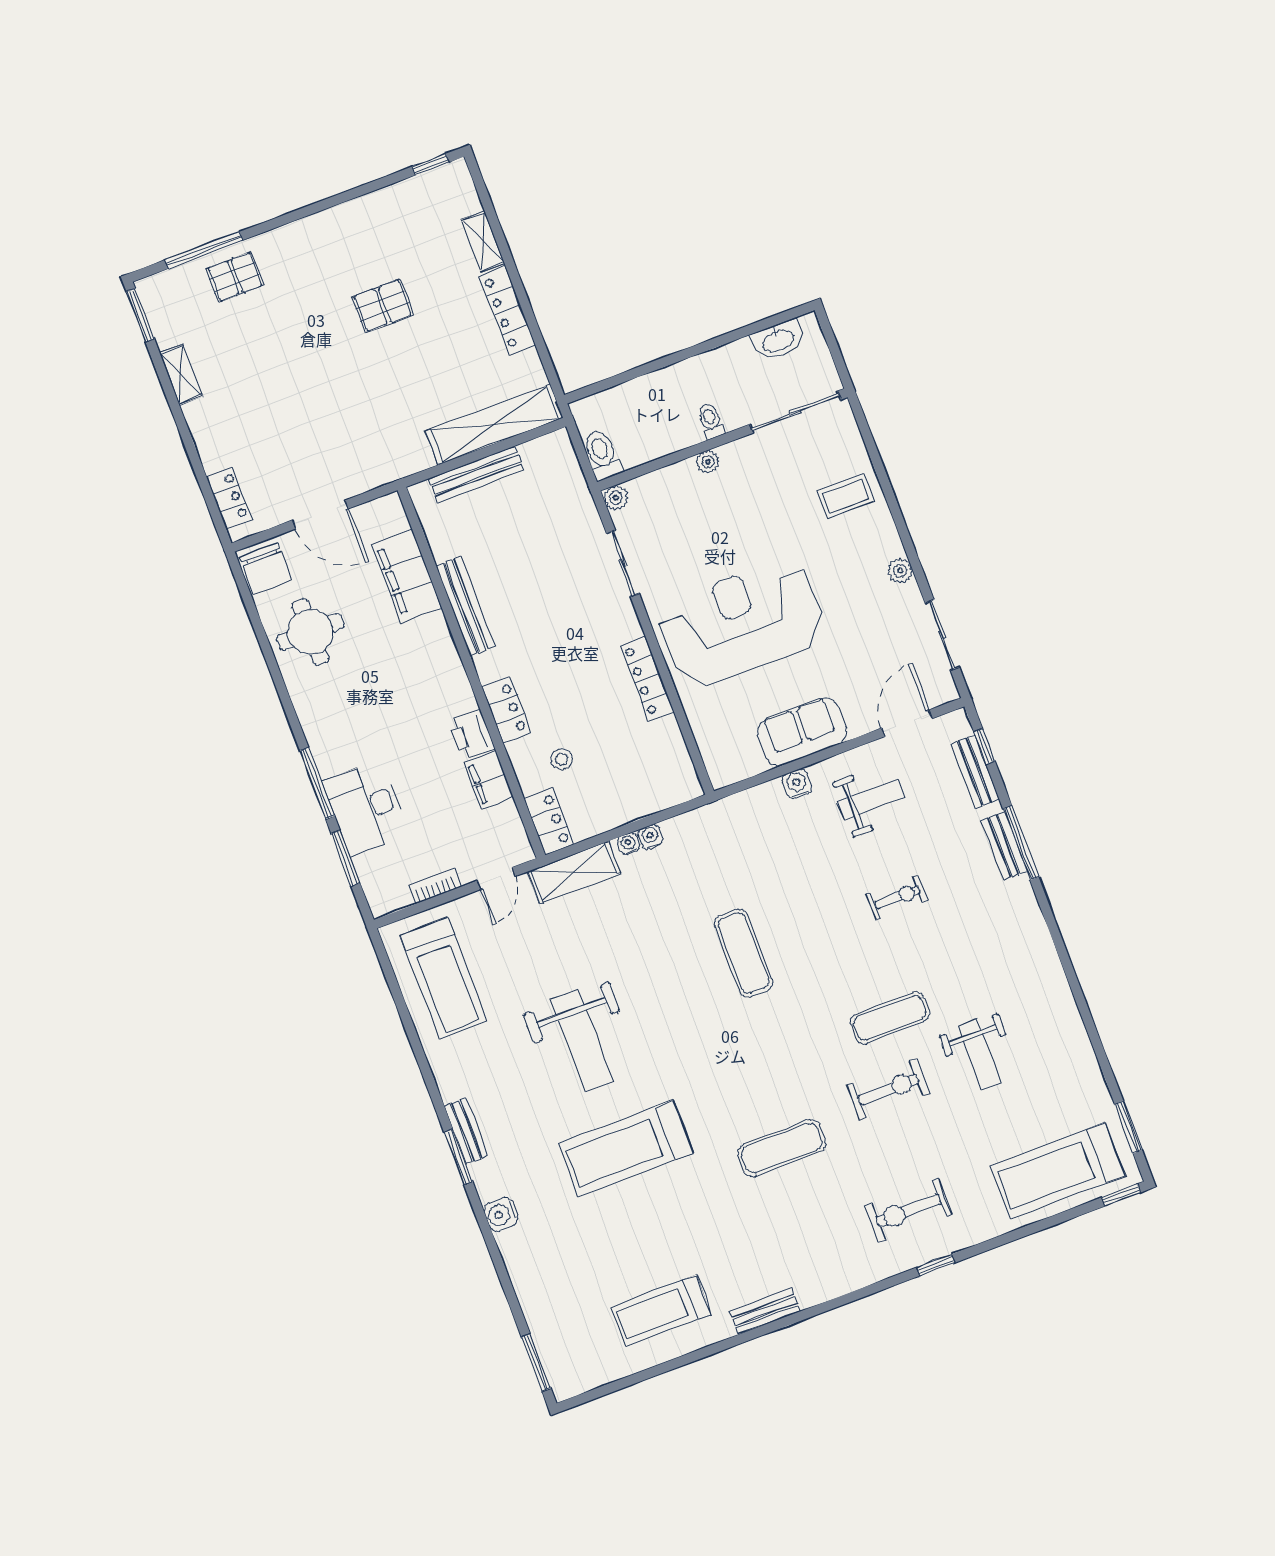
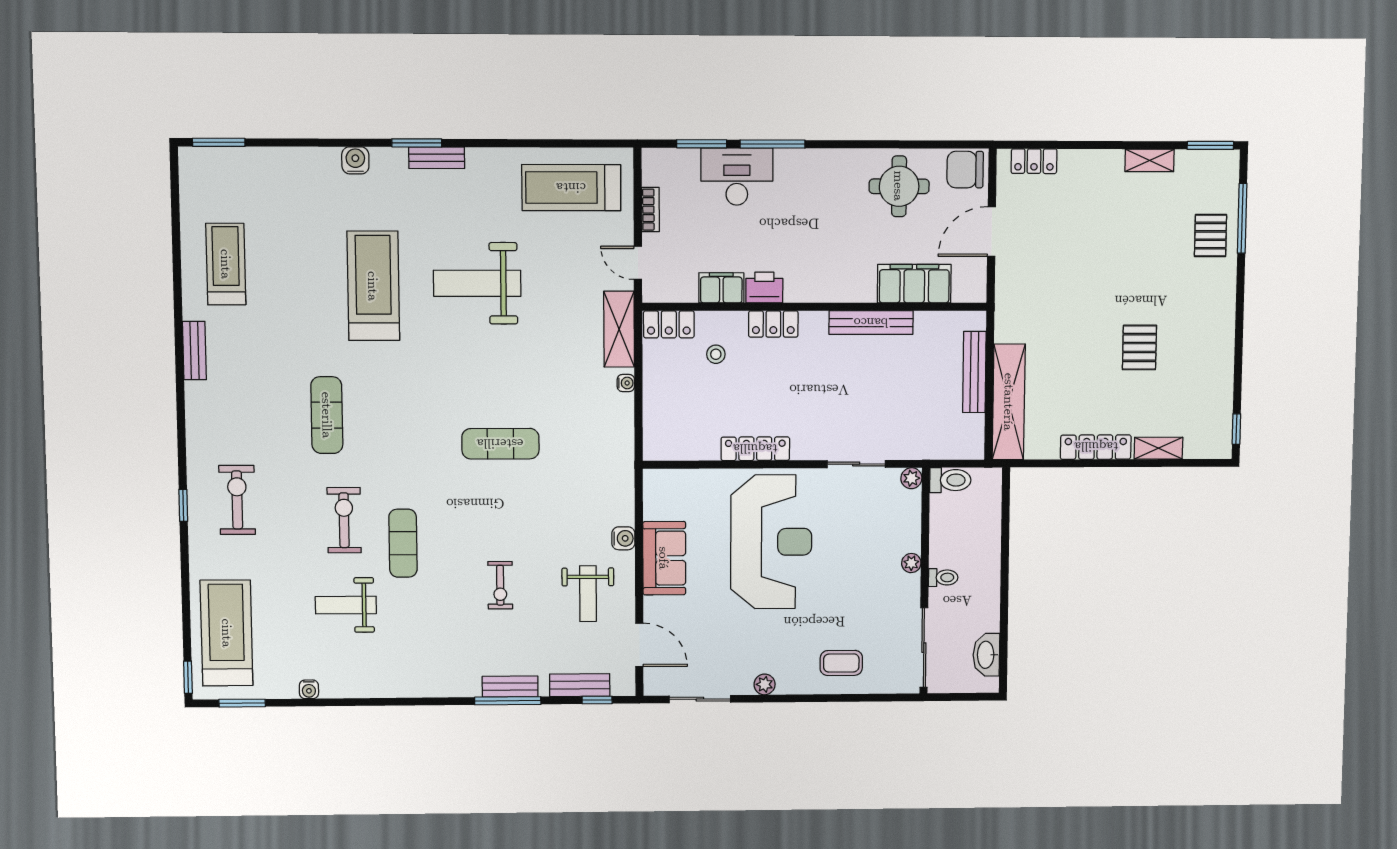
coffee table: (846, 496) -> (841, 663), turned 90
water cooler: (651, 837) -> (309, 689), moved, turned 90
exercise bike: (888, 1089) -> (344, 520), turned 180

